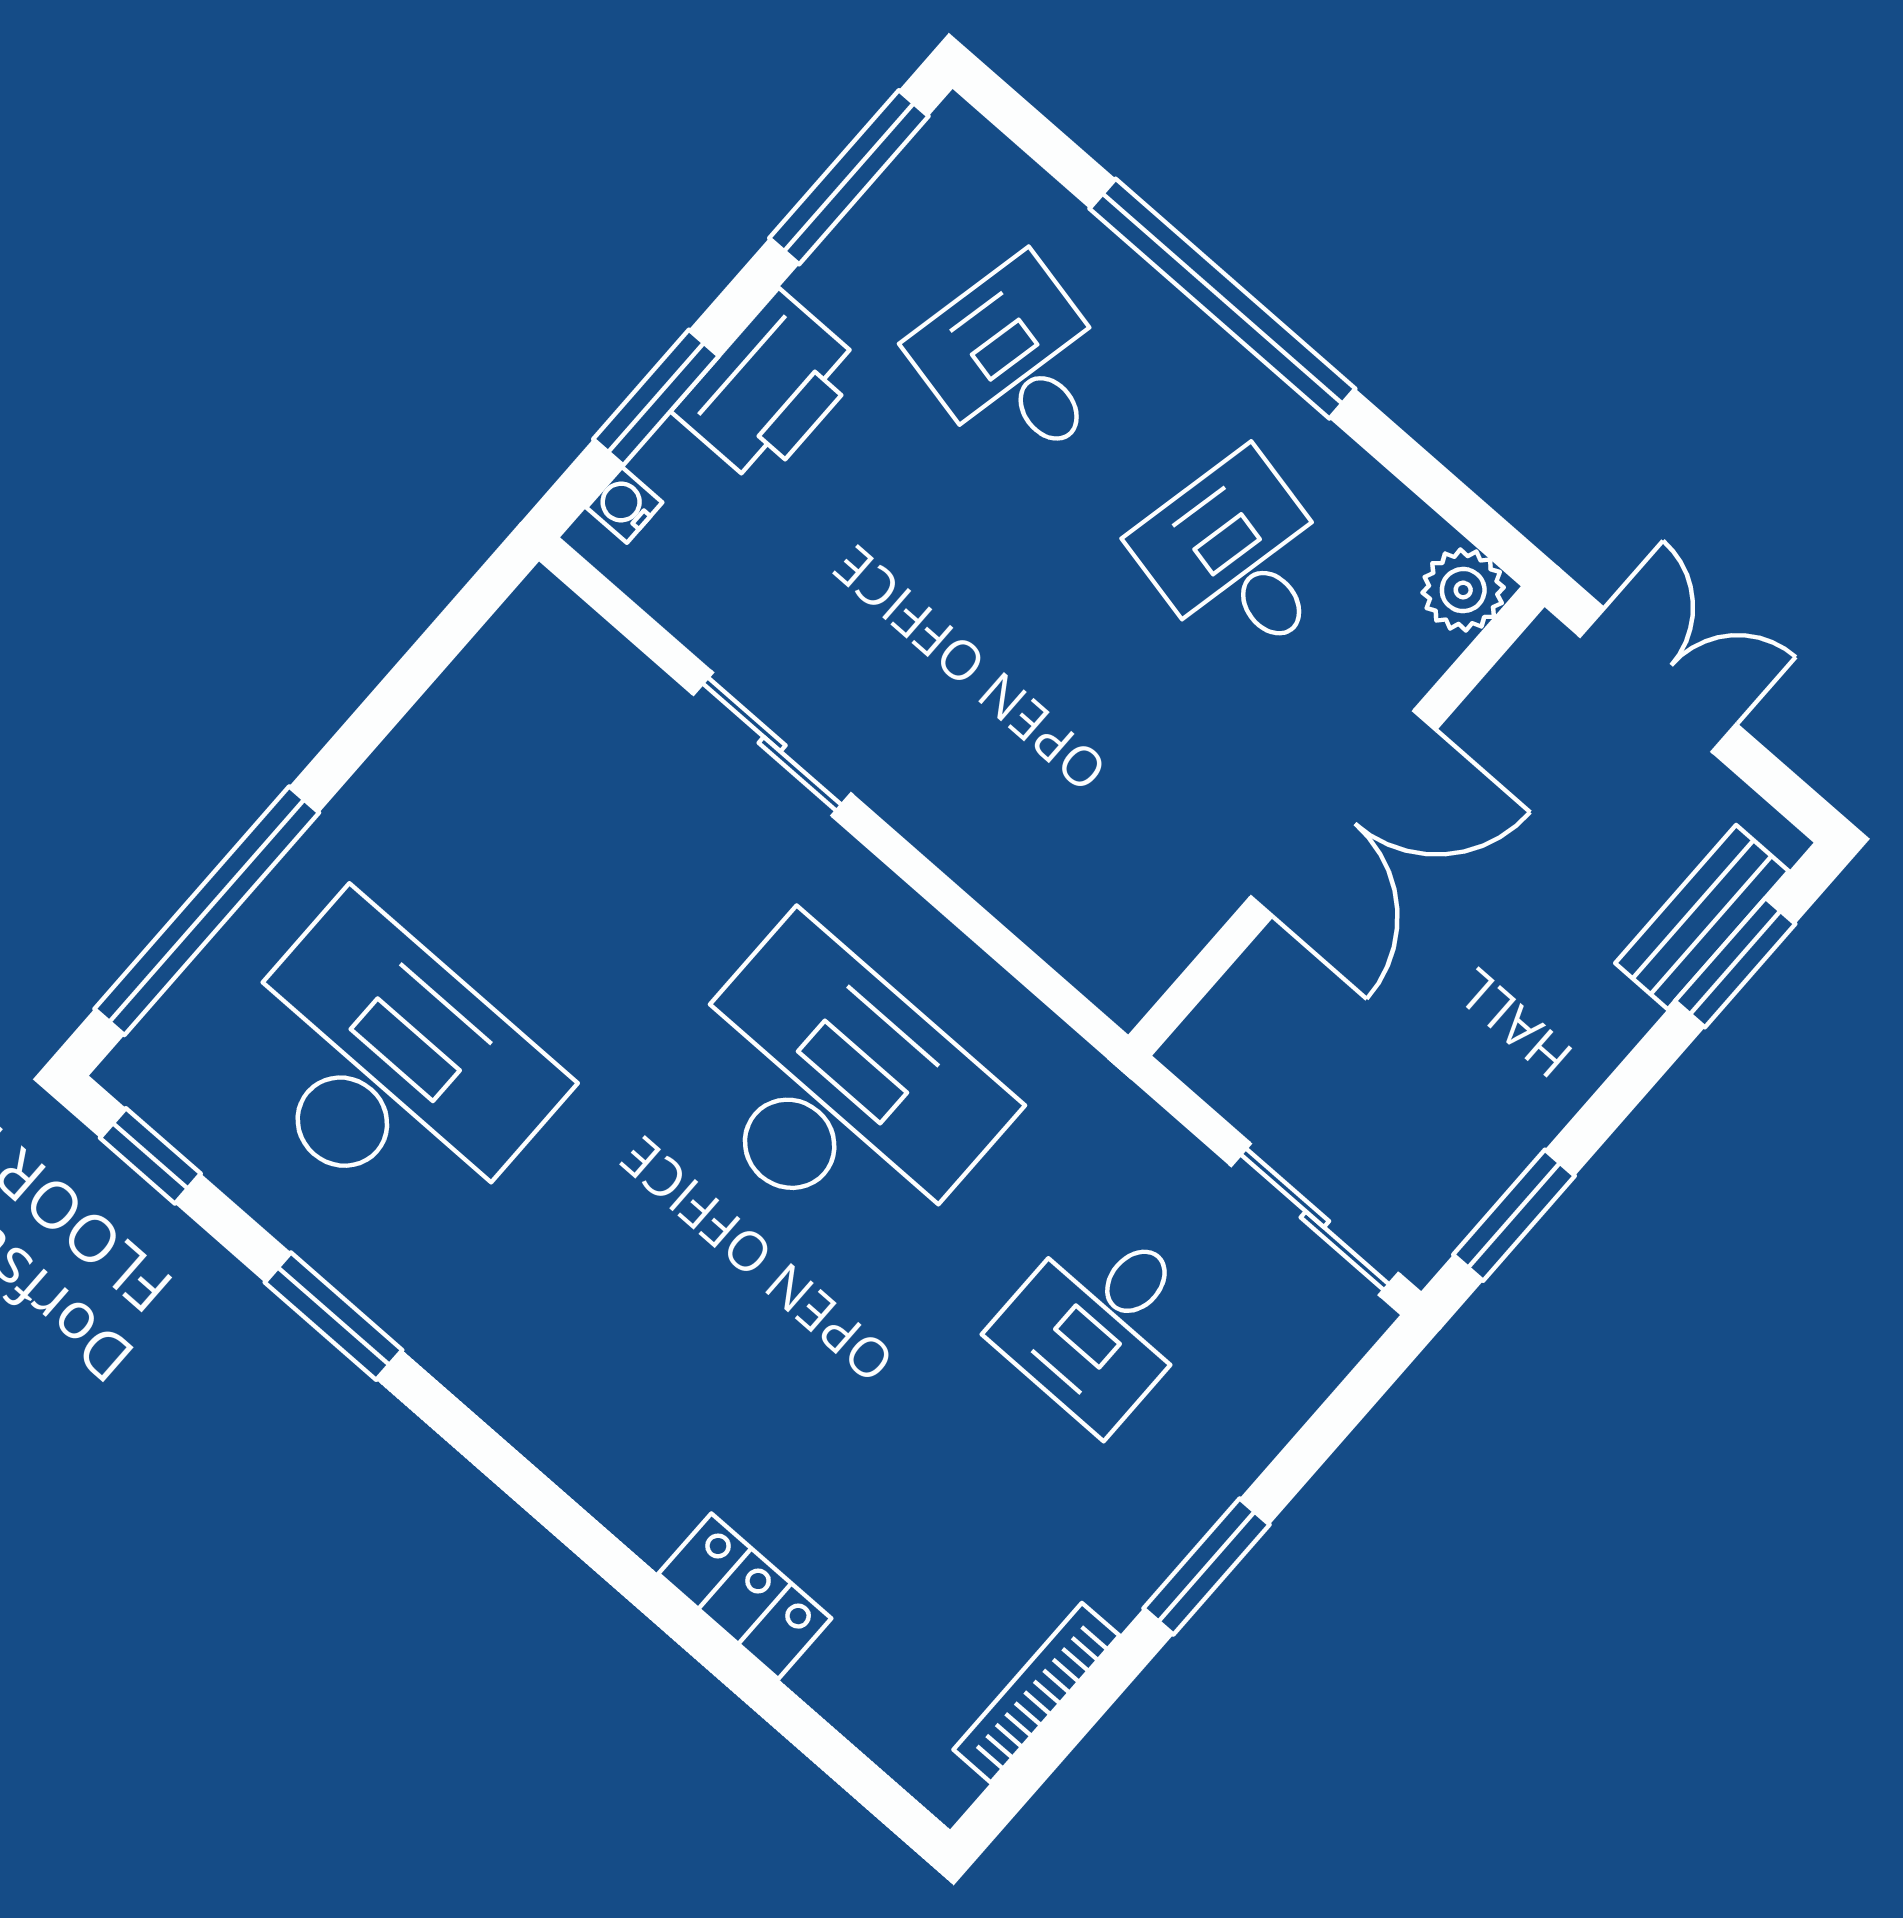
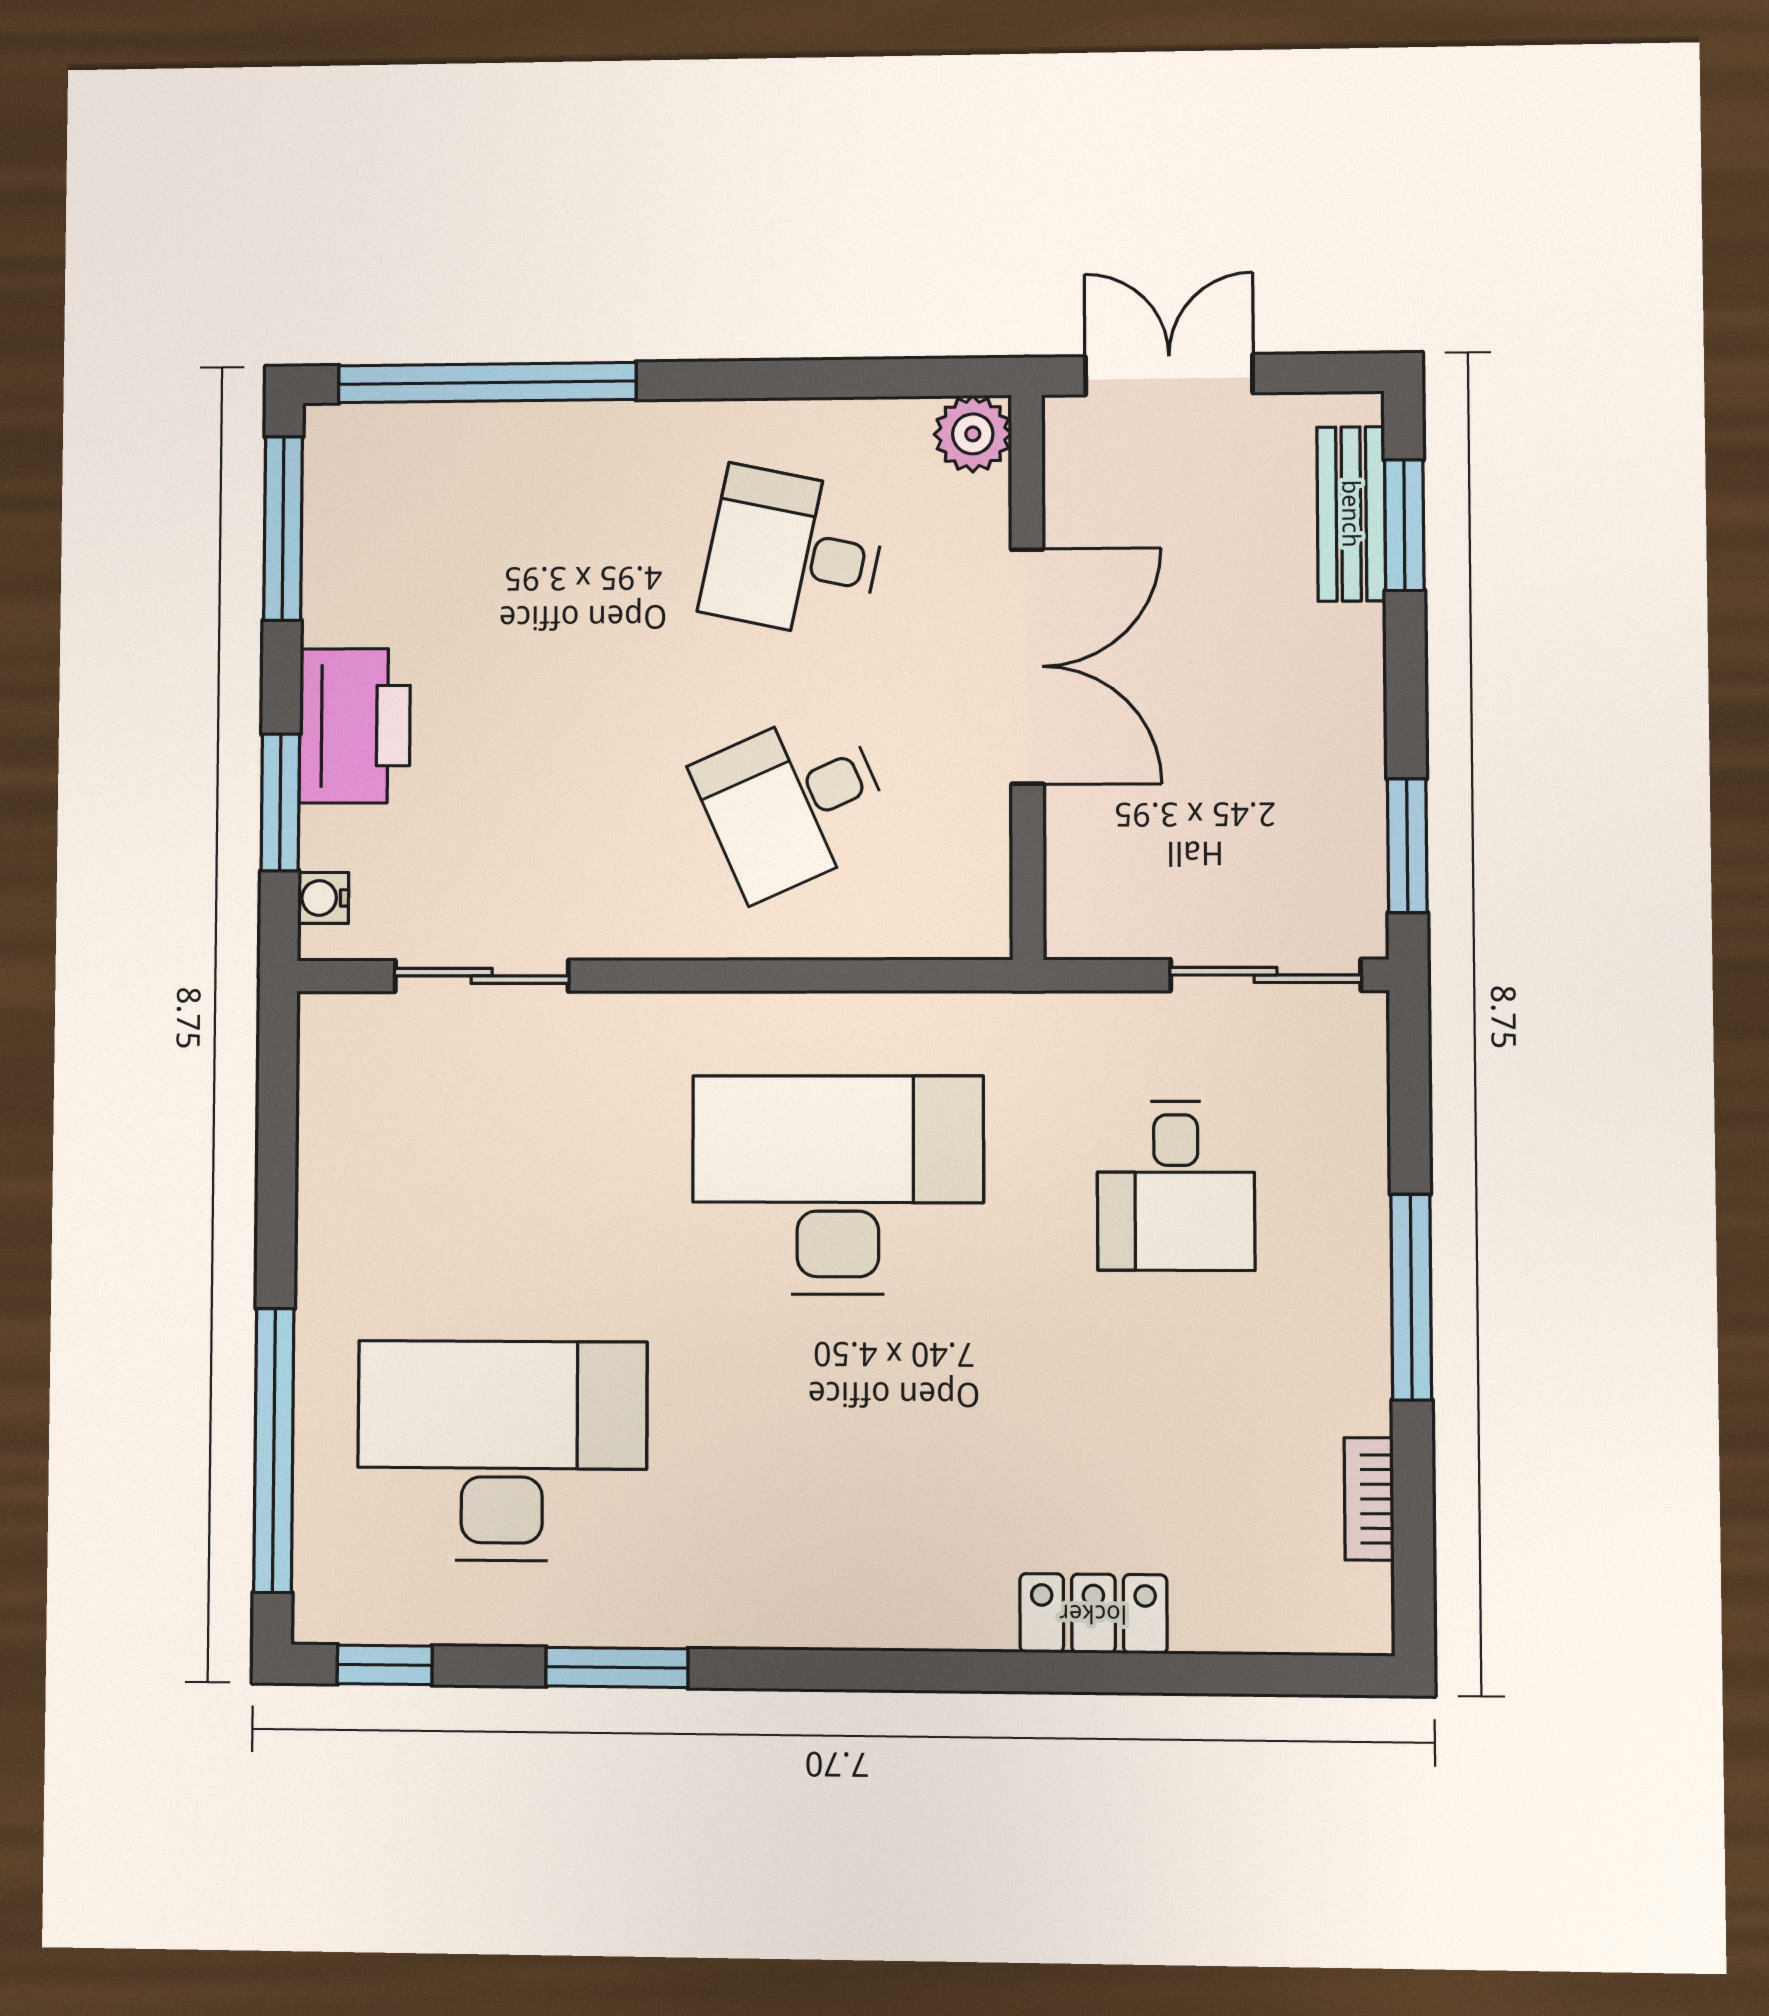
window: (1222, 299) -> (487, 383), moved
desk: (1016, 365) -> (793, 803), moved, turned -36
sliding door: (772, 744) -> (482, 976), moved
window: (1206, 1567) -> (1411, 1297), width x1.44
bookcase: (1036, 1693) -> (1369, 1499), width x0.64

